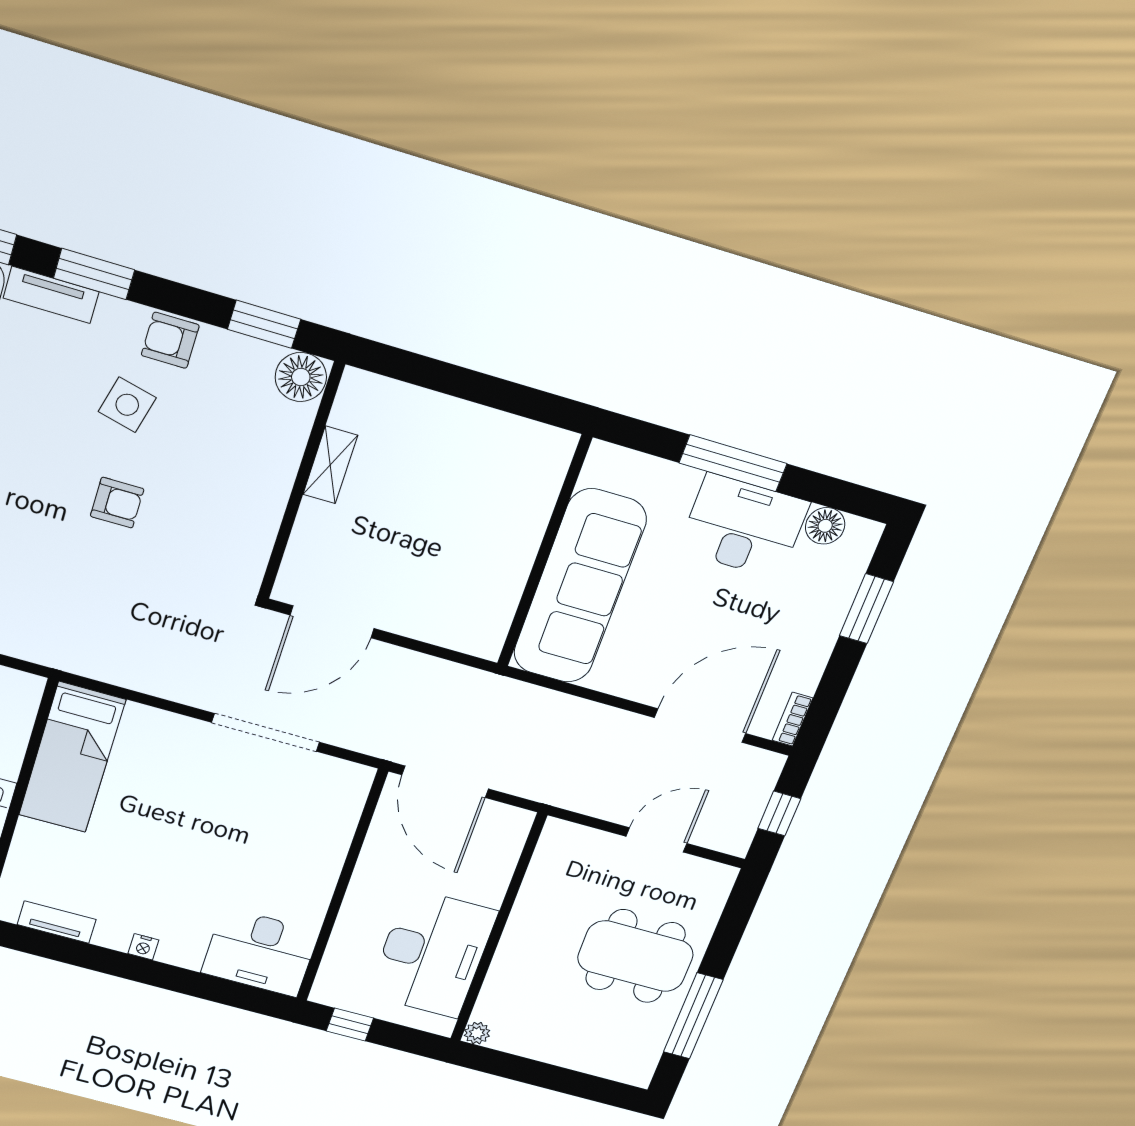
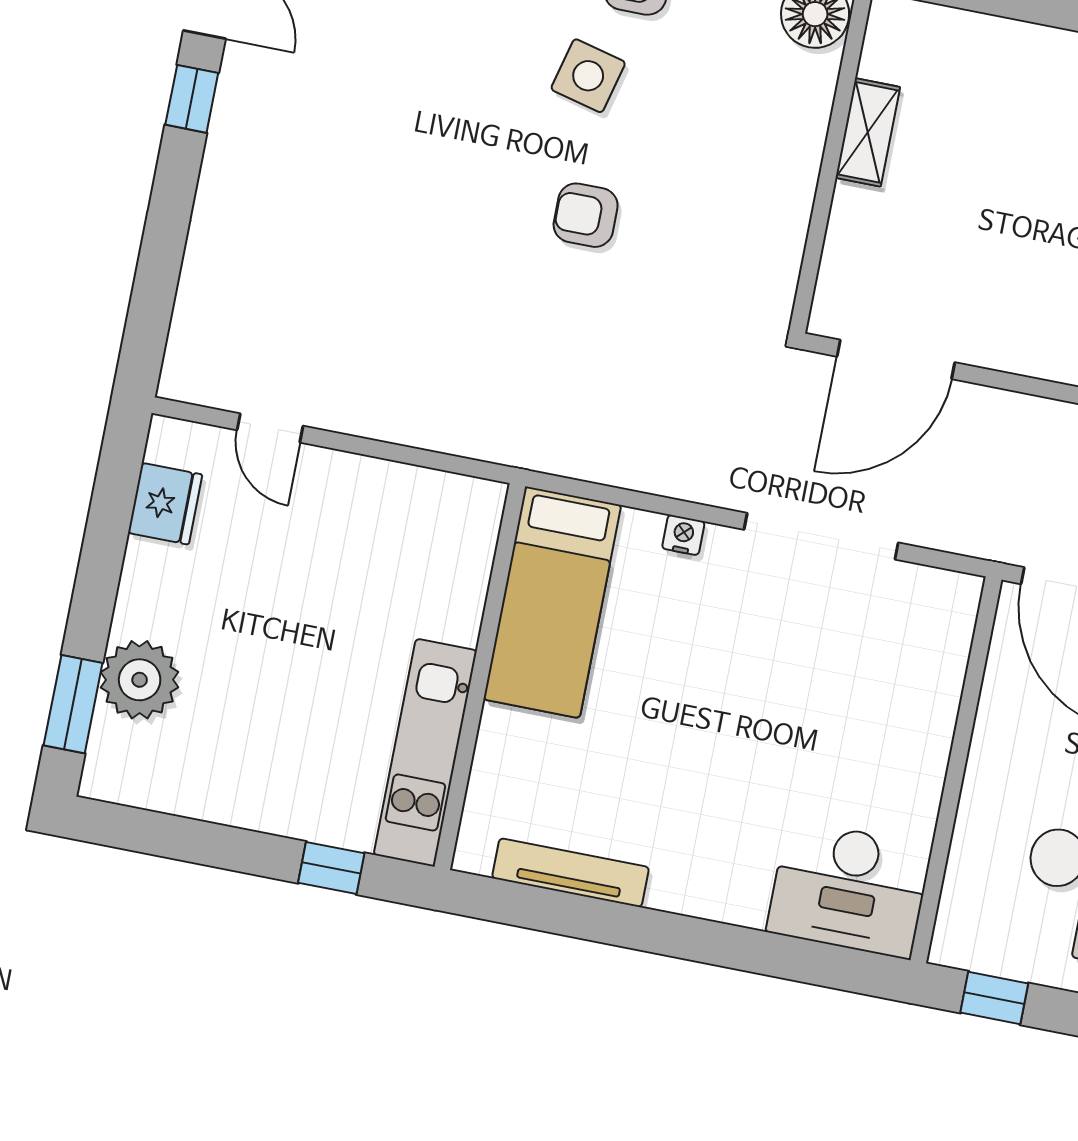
armchair: (117, 503) -> (586, 215), turned 180
tv unit: (57, 922) -> (571, 873), width x1.41
nightstand: (143, 947) -> (683, 535), moved, turned 180

